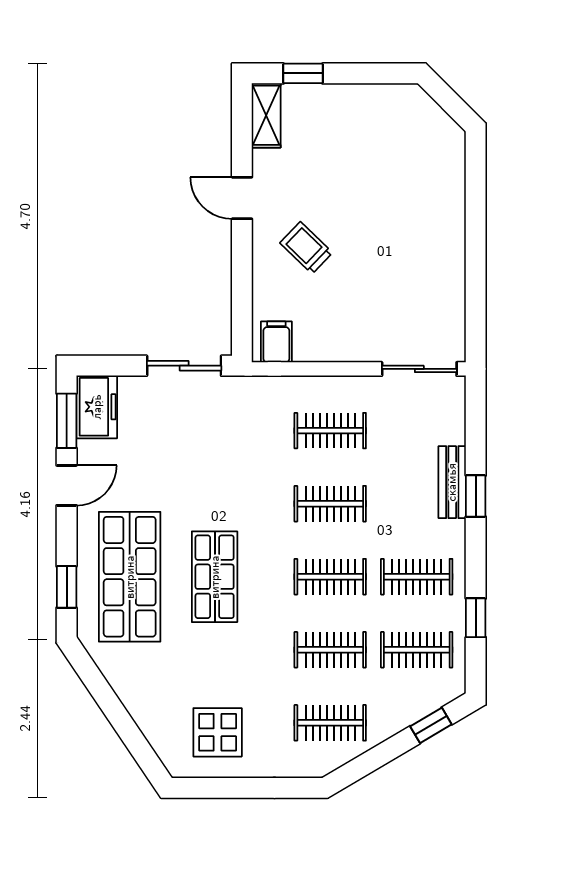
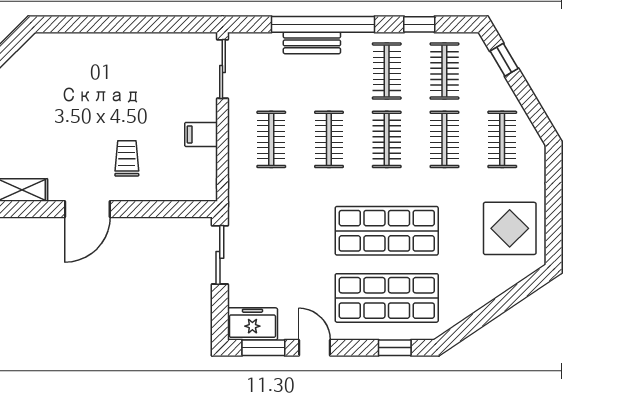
door: (242, 198) -> (87, 209), width x1.38
trolley: (306, 248) -> (127, 158), turned 136
filing cabinet: (276, 342) -> (201, 134), moved
window: (476, 496) -> (323, 24), width x3.17
shop shelf: (215, 577) -> (387, 231), width x1.43, depth x1.36
display table: (218, 732) -> (510, 228), width x1.36, depth x1.36

